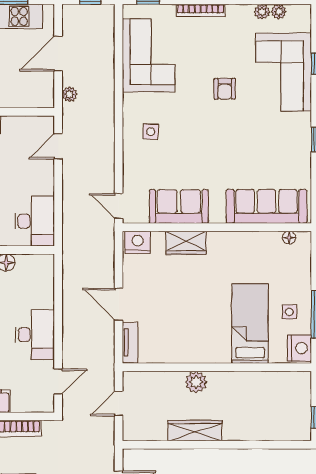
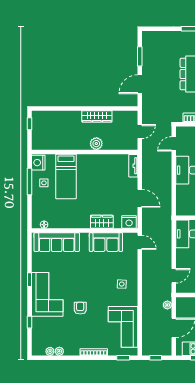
corner sofa: (284, 72) -> (47, 294), moved
door: (119, 304) -> (140, 198), moved

